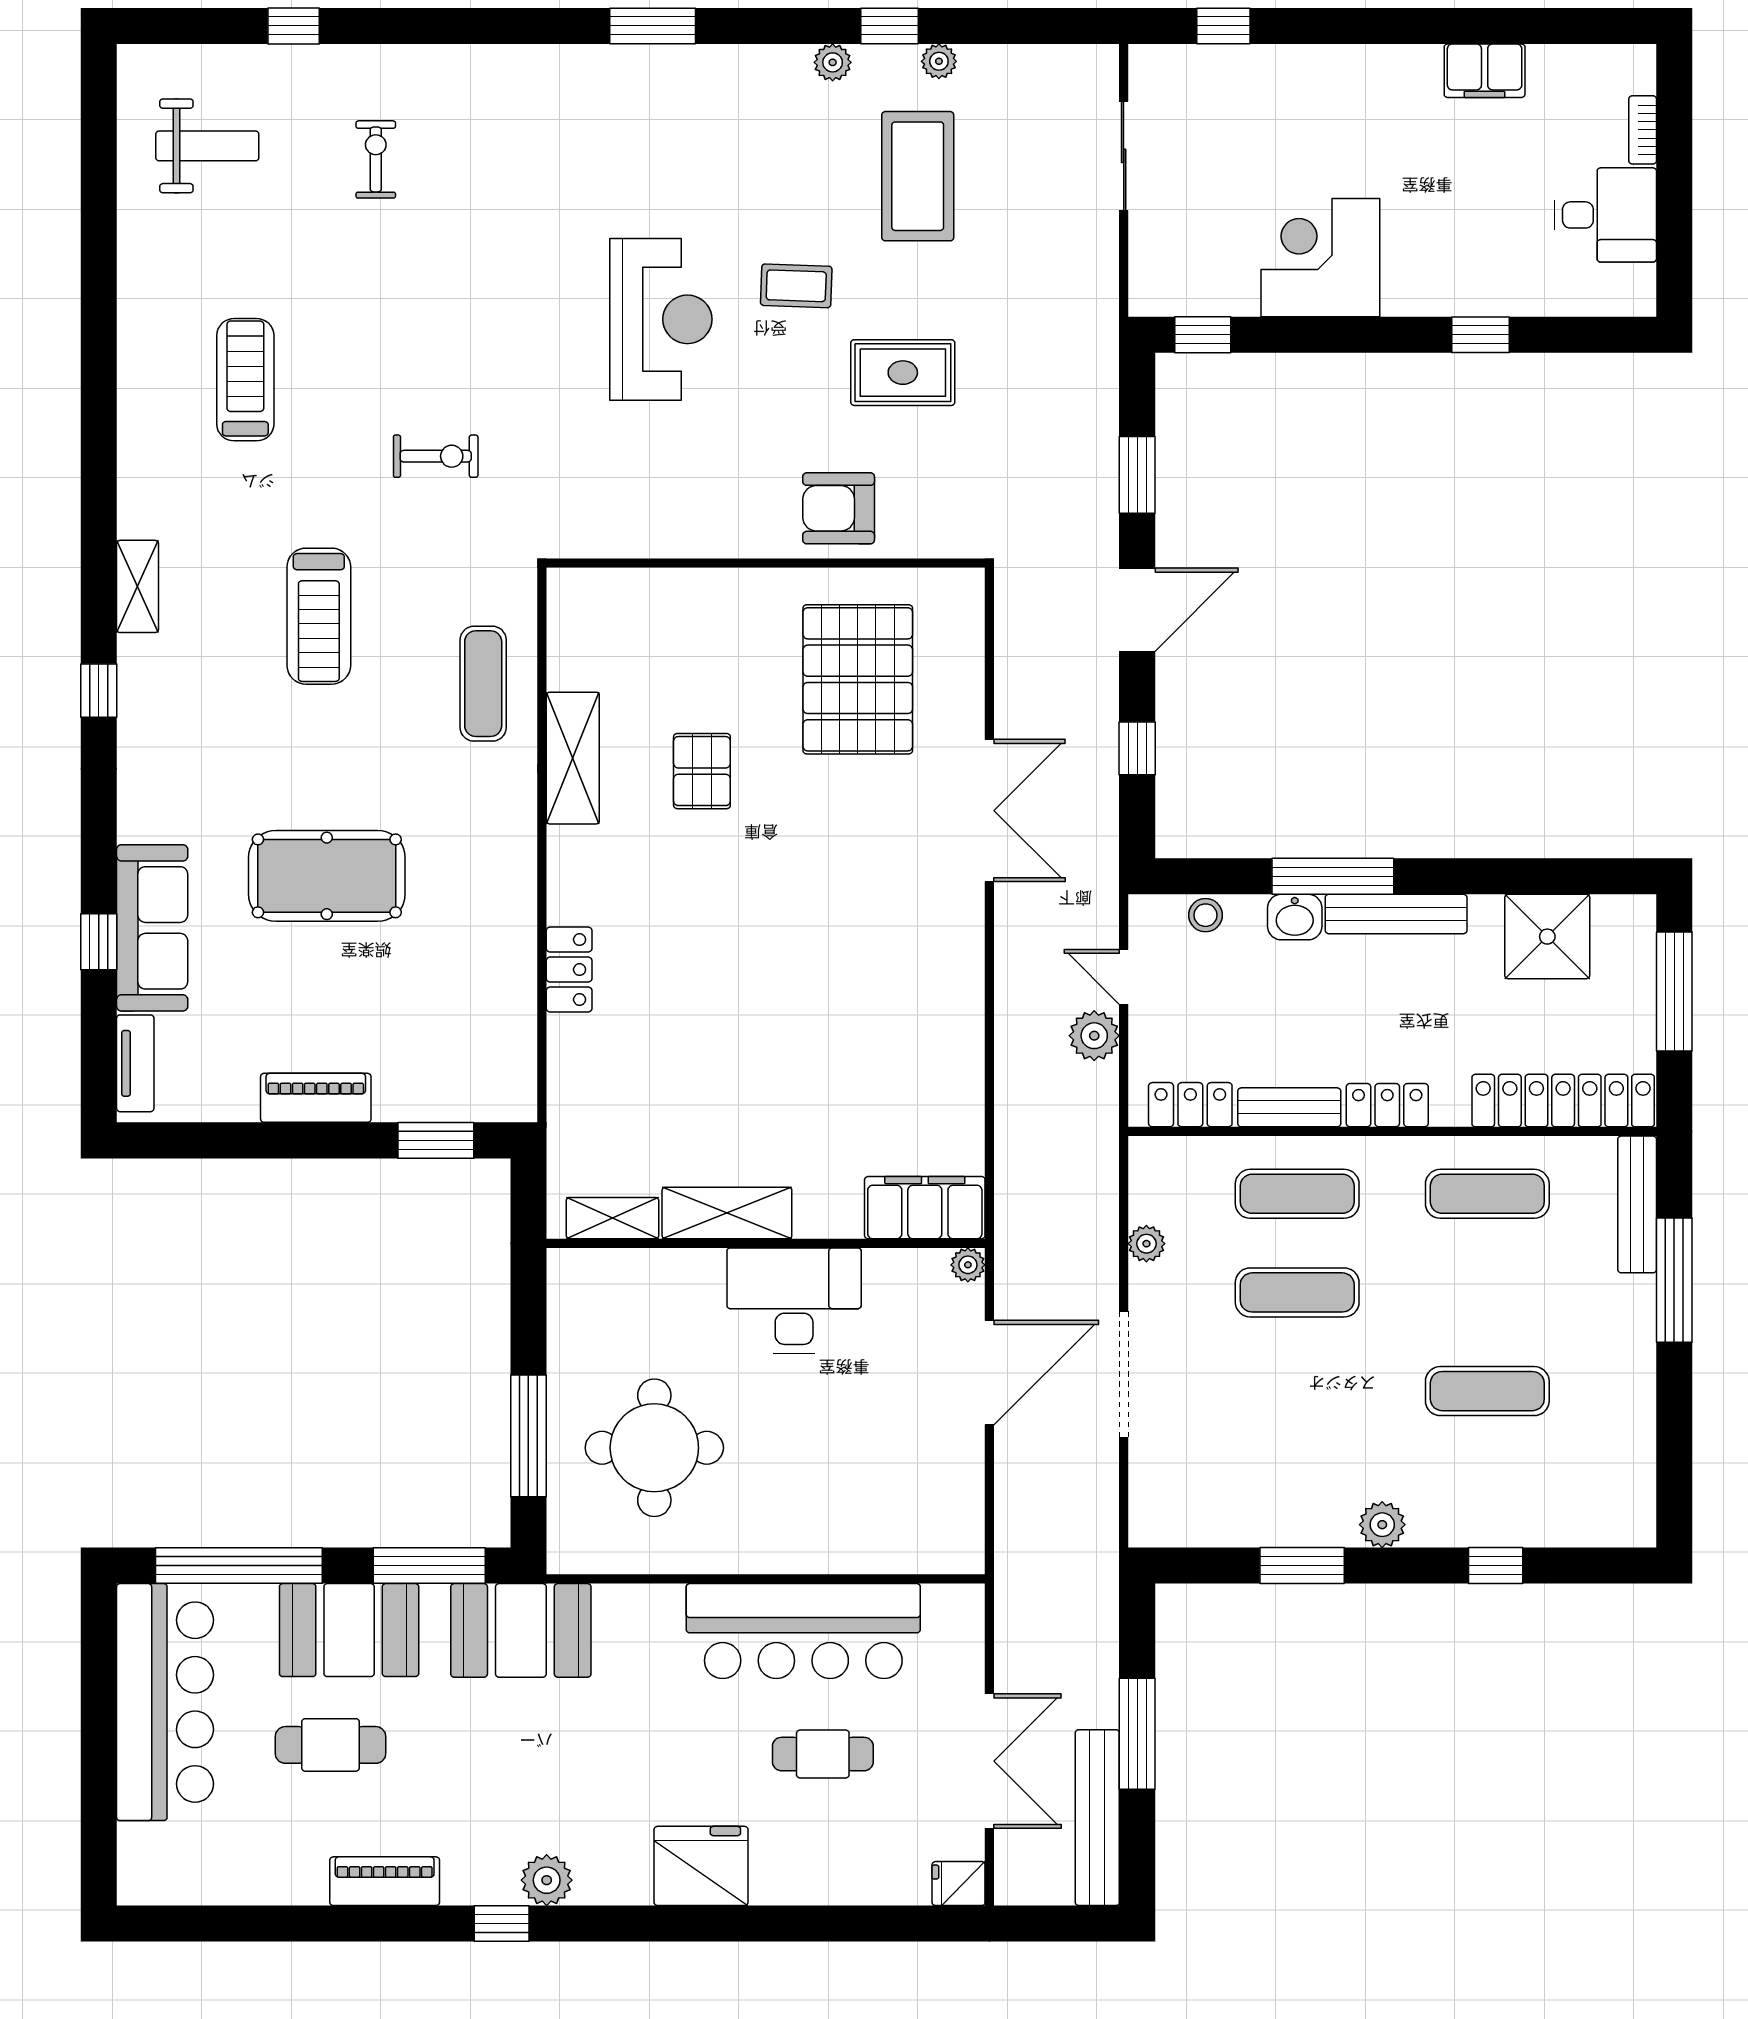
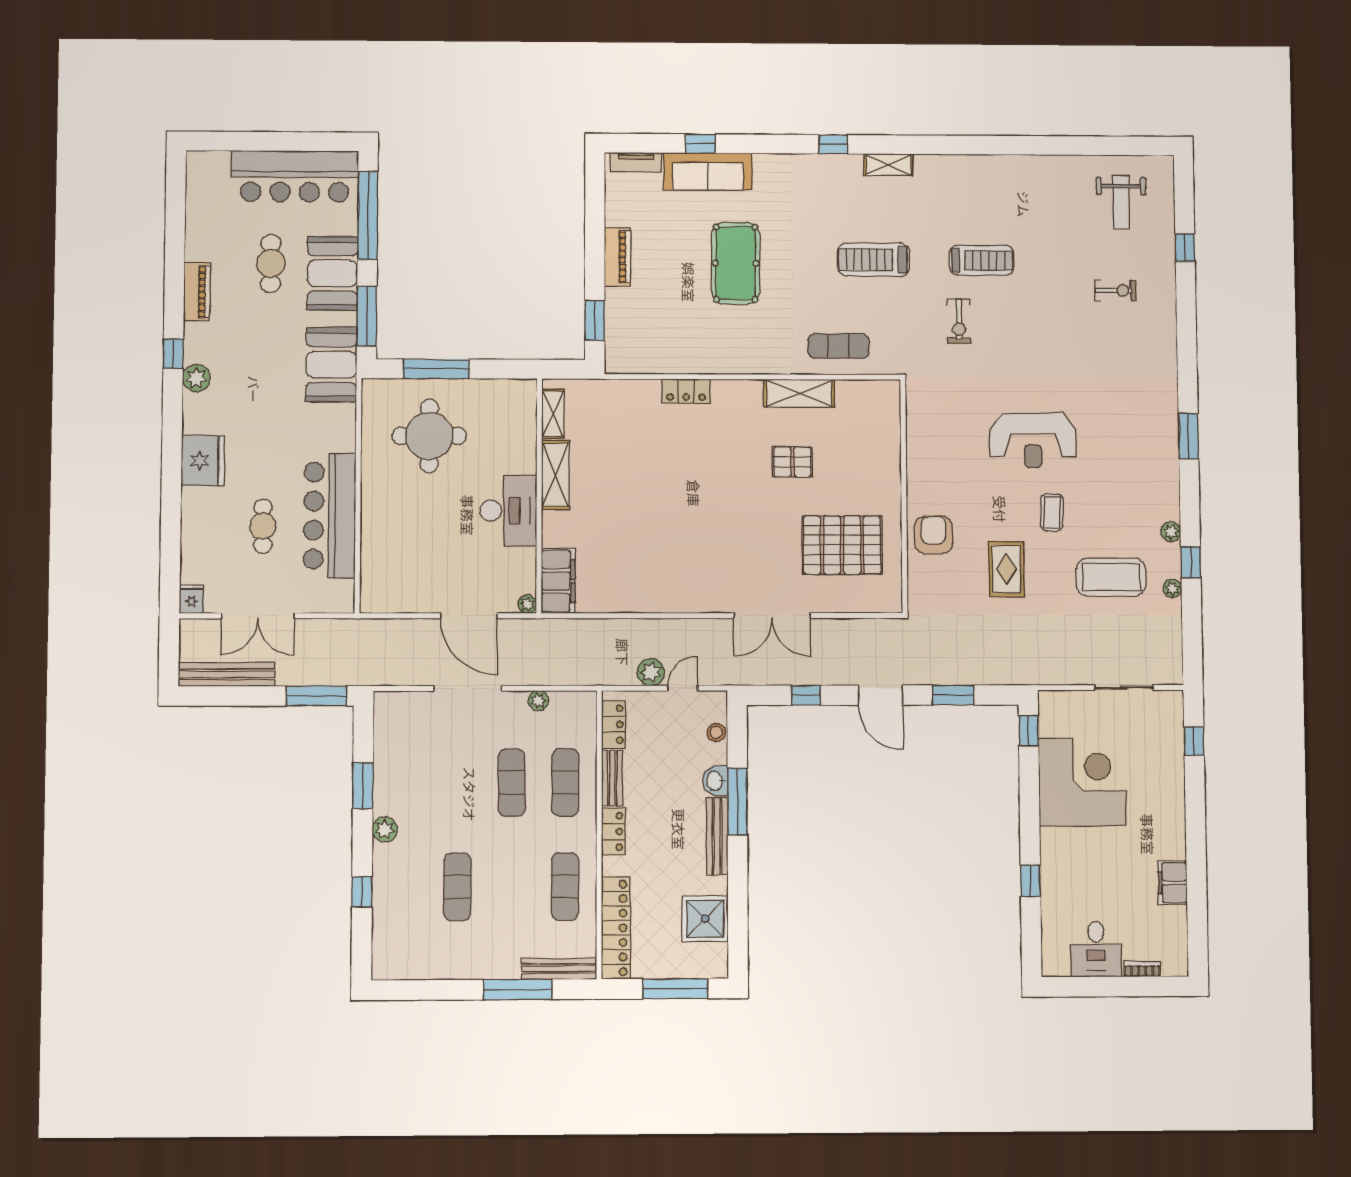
corner desk: (1320, 258) -> (1082, 782), width x1.36, depth x1.36
treadmill: (245, 380) -> (982, 260), moved
window: (1137, 1734) -> (316, 696), moved

